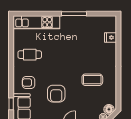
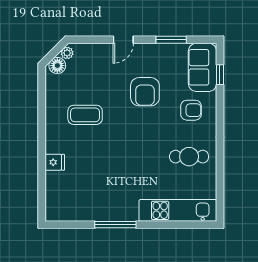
fridge: (111, 38) -> (55, 162), moved
armchair: (56, 94) -> (145, 92), turned 180

